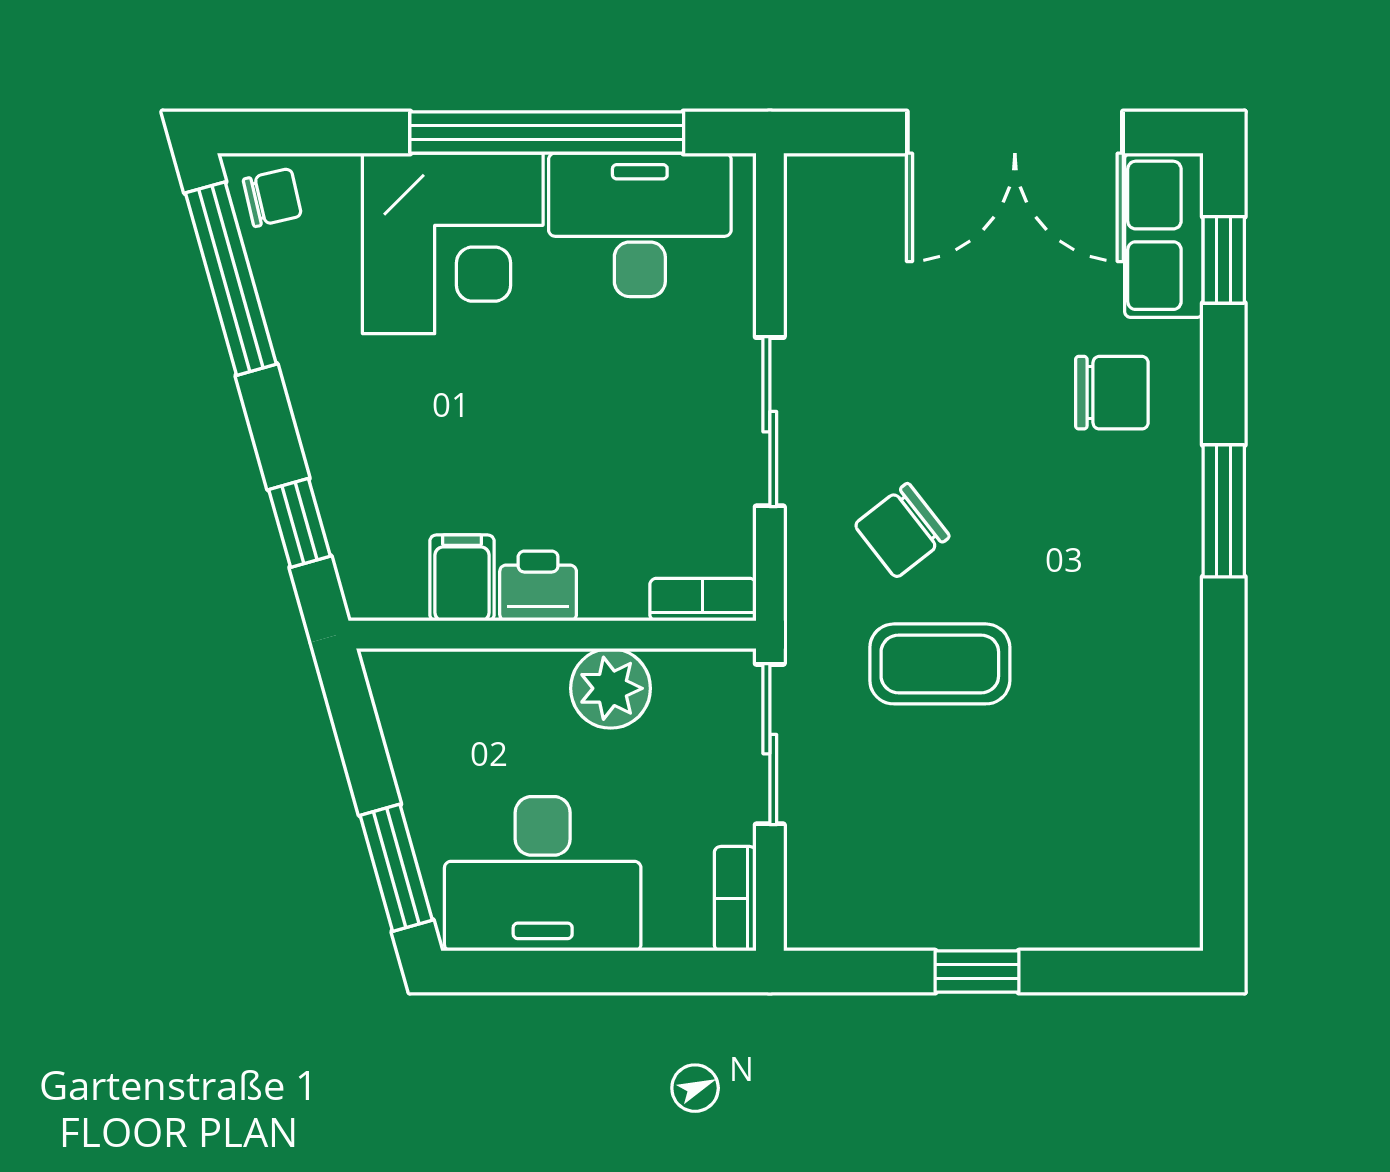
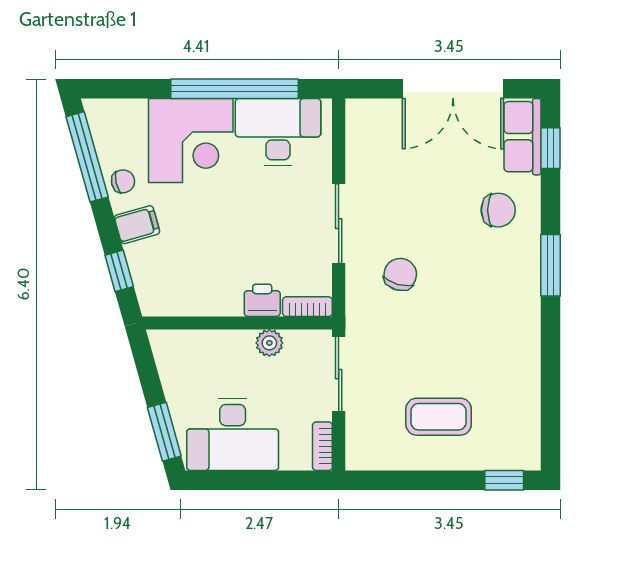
chair: (272, 198) -> (123, 181), moved
chair: (902, 531) -> (400, 274), turned 144
filing cabinet: (462, 578) -> (137, 225), moved, turned 74
printer: (538, 586) -> (262, 300), moved
coffee table: (940, 664) -> (439, 417), moved
plant: (611, 688) -> (269, 343), width x0.73, depth x0.73
window: (977, 972) -> (504, 480), moved

